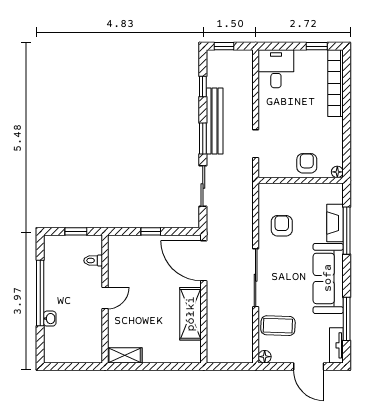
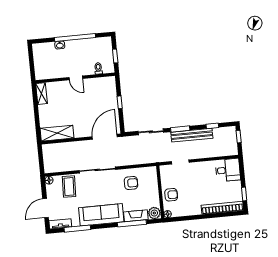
plant: (333, 193) -> (154, 213), added
shelving: (191, 314) -> (57, 133), moved

